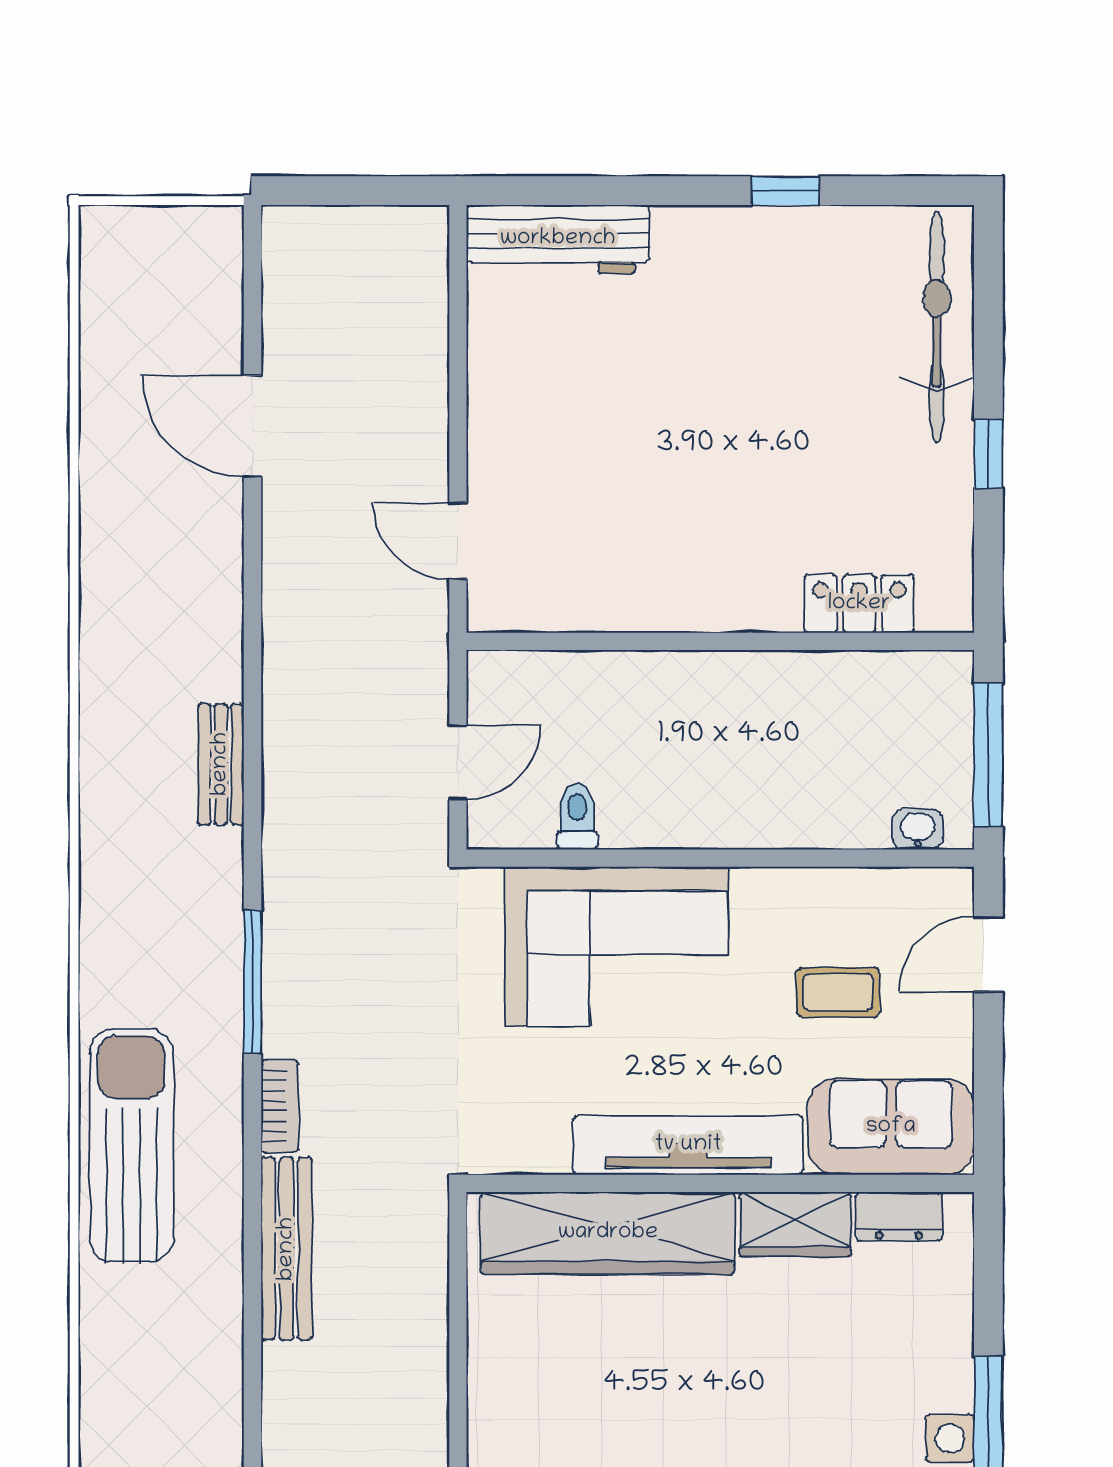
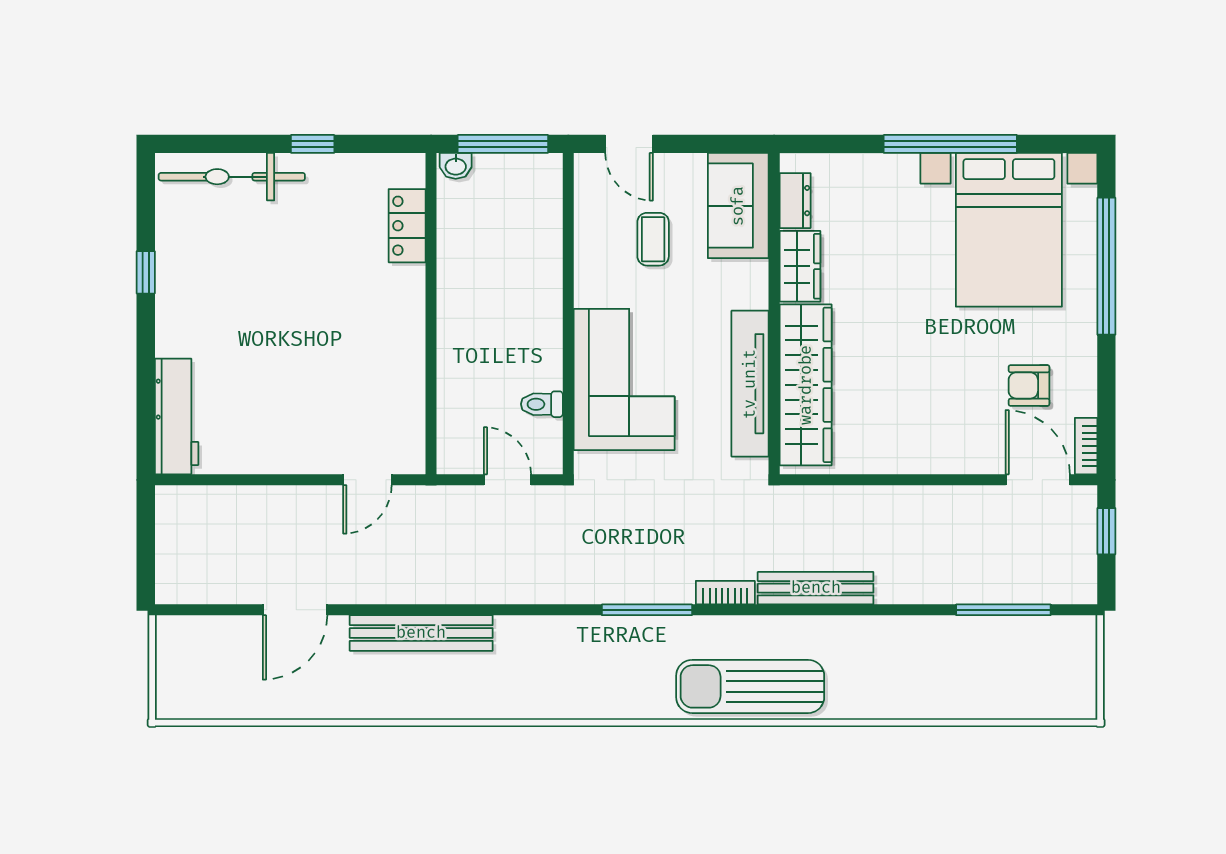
bench: (221, 764) -> (421, 633), moved, width x1.86, depth x1.21
washbasin: (918, 829) -> (456, 166), moved, turned -90
tv unit: (688, 1145) -> (750, 384), moved

